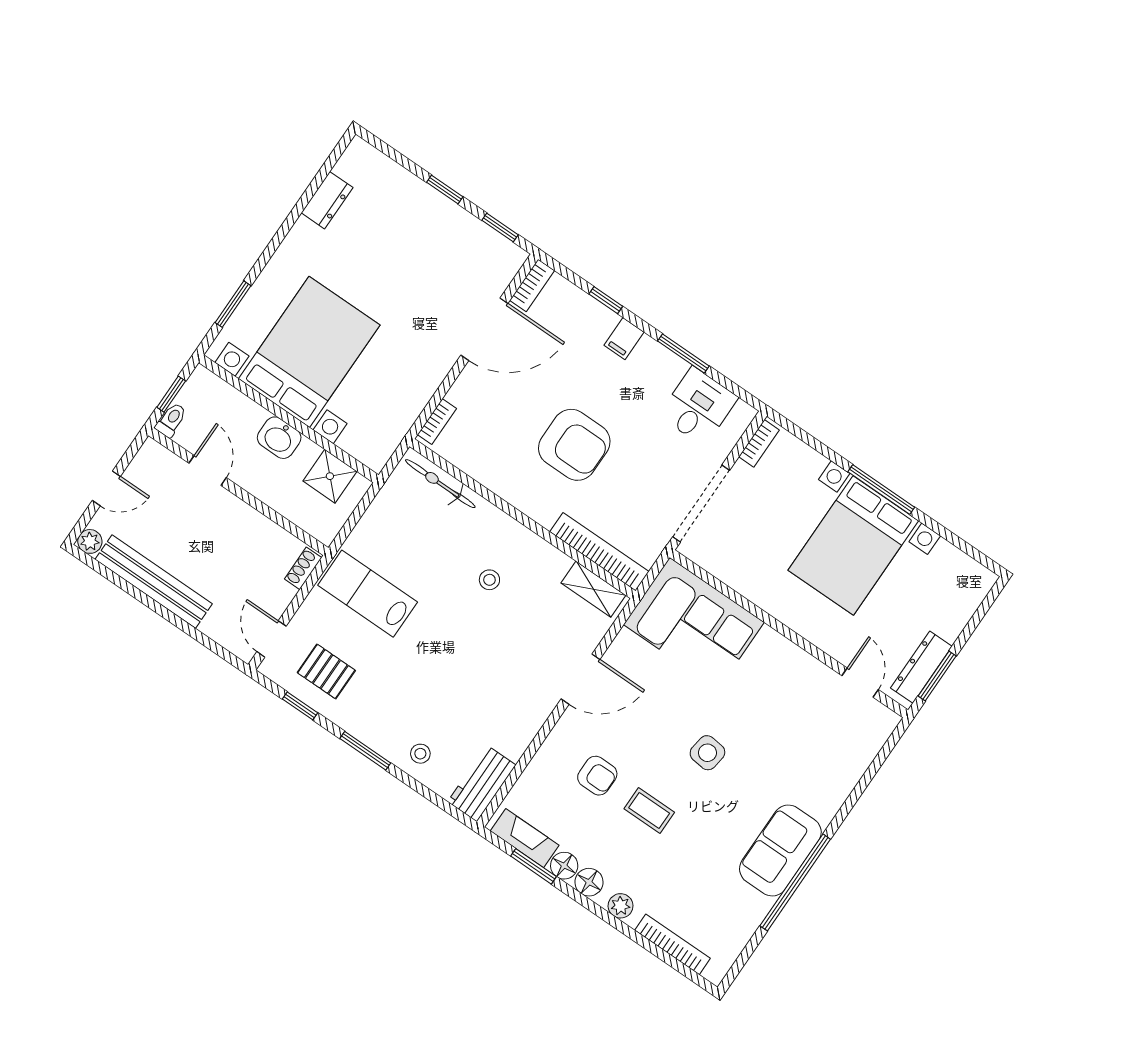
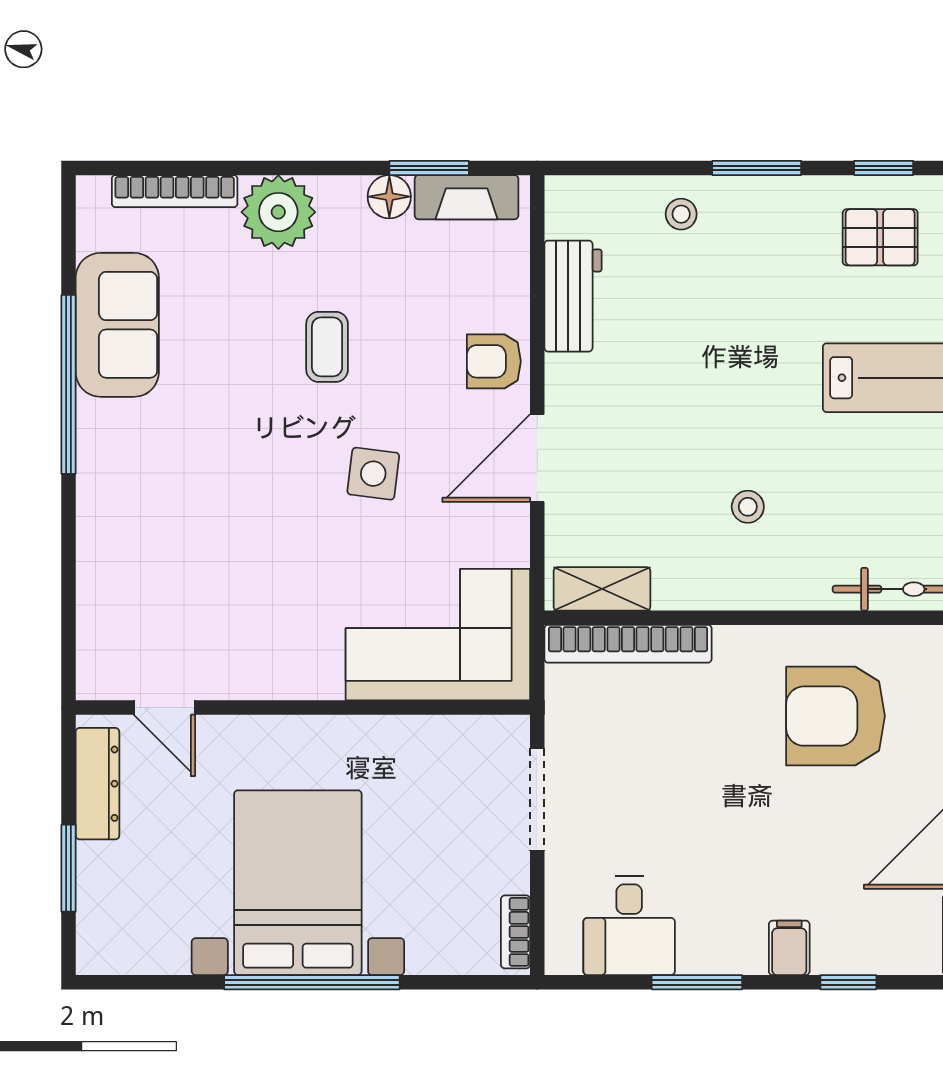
armchair: (574, 445) -> (836, 716), moved
window: (881, 489) -> (312, 982), width x1.46
doorway: (701, 504) -> (537, 800), width x0.73
window: (937, 676) -> (69, 868), moved
side table: (707, 753) -> (373, 474), moved
armchair: (597, 776) -> (494, 361), moved
workbench: (482, 783) -> (573, 296), moved
coffee table: (649, 810) -> (327, 347), turned 90
sofa: (780, 850) -> (117, 325), moved
floor lamp: (589, 882) -> (341, 197), removed
plant: (621, 906) -> (278, 212), width x1.87, depth x1.87

